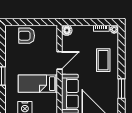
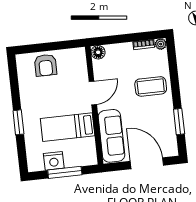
armchair: (27, 36) -> (46, 65), turned -90
coffee table: (103, 60) -> (151, 86), turned 90

